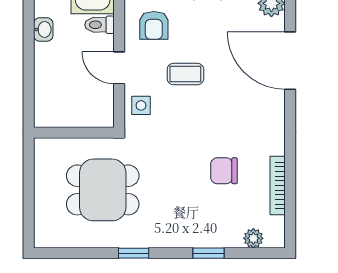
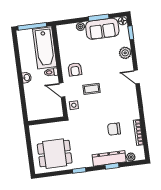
door: (290, 61) -> (137, 77), width x0.53
dining table: (103, 190) -> (55, 154), moved
dresser: (204, 235) -> (109, 158), added

